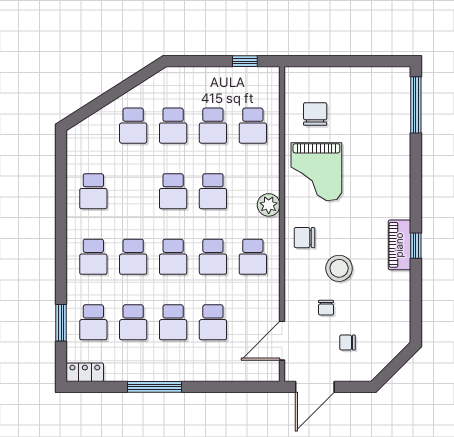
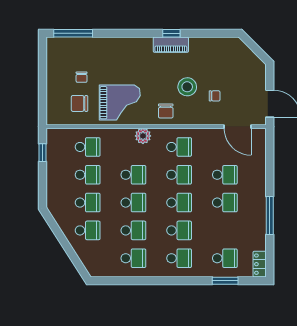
school desk: (133, 322) -> (133, 230), moved
chair: (347, 342) -> (82, 77), moved

